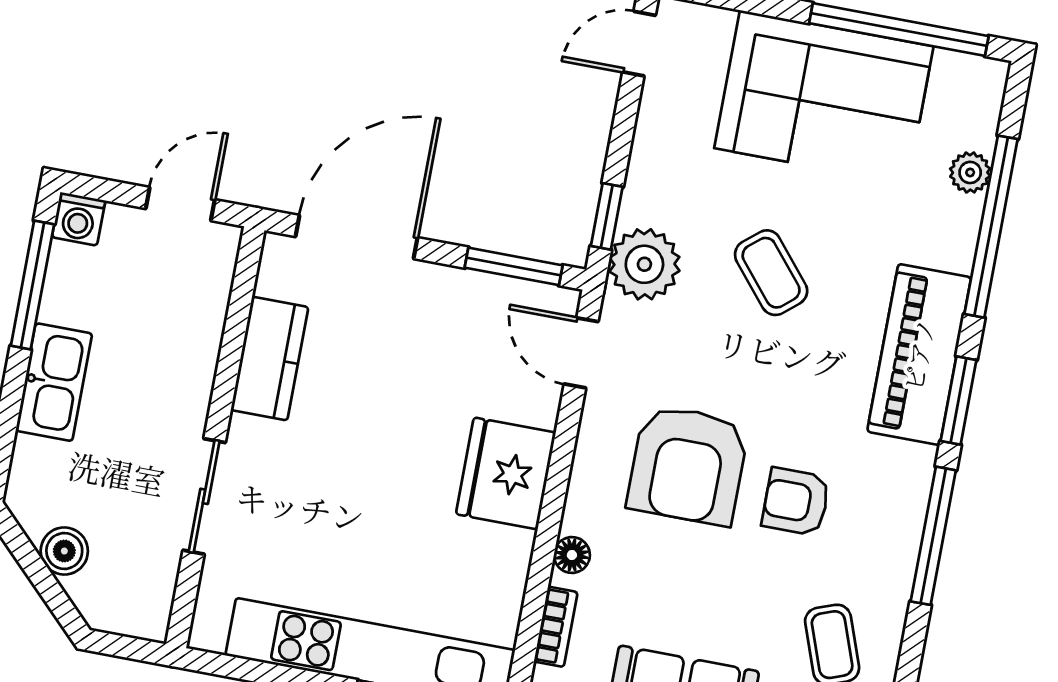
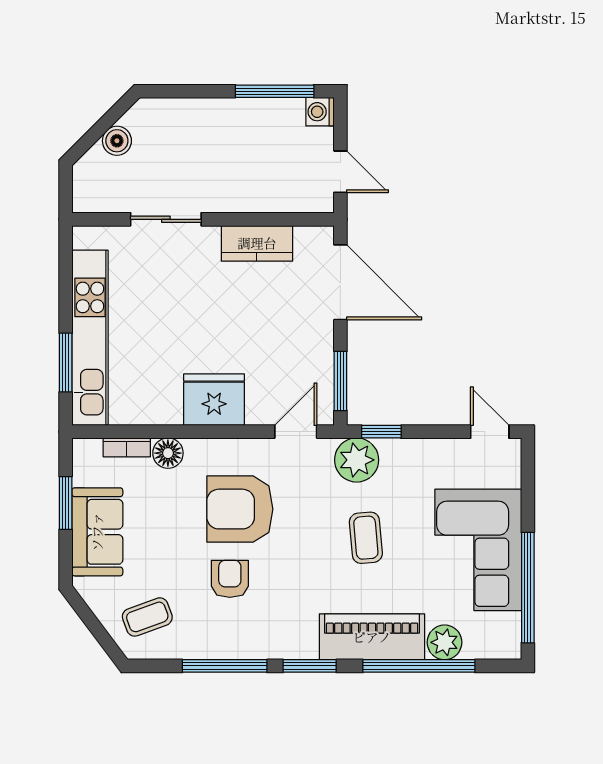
plant: (970, 172) -> (445, 642), width x1.38, depth x1.38
coffee table: (771, 273) -> (366, 538), turned -55
piano: (919, 354) -> (372, 637), moved
kitchen sink: (54, 382) -> (218, 115), removed
floor lamp: (572, 555) -> (168, 453), width x1.37, depth x1.37

